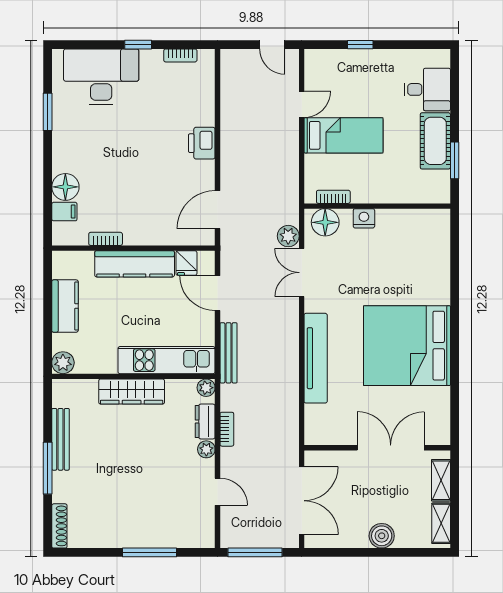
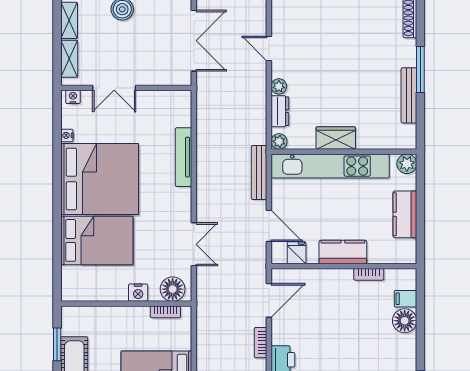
plant: (288, 236) -> (206, 277), removed
kitchen counter: (135, 264) -> (343, 252), width x0.67
bed: (410, 277) -> (97, 240), added
tv unit: (316, 358) -> (184, 157), width x0.73, depth x0.78
kitchen unit: (167, 360) -> (330, 166), width x1.36
wardrobe: (132, 392) -> (336, 138), width x0.67
nightstand: (444, 394) -> (67, 135), added
bookcase: (227, 429) -> (260, 343), moved
nightstand: (437, 438) -> (73, 97), added
double door: (391, 448) -> (114, 88), width x0.73
double door: (302, 501) -> (194, 41), swing flipped

